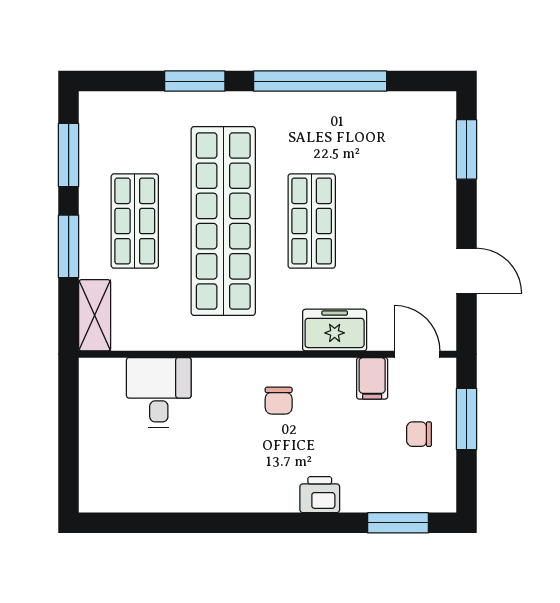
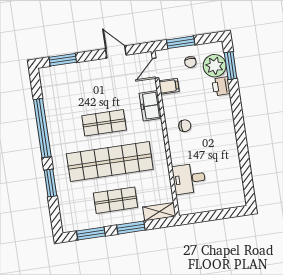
door: (466, 271) -> (116, 52), hinge flipped
plant: (403, 487) -> (215, 66), added
printer: (320, 495) -> (221, 86), moved

